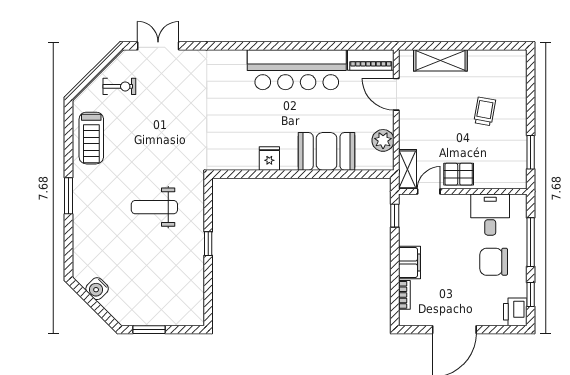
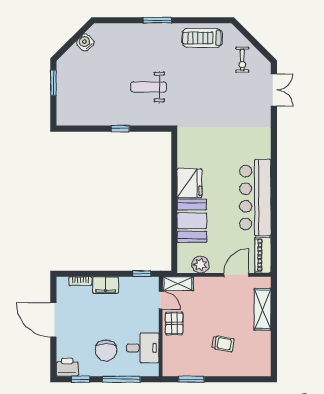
fridge: (269, 158) -> (189, 183), width x1.88, depth x1.34
weight bench: (154, 207) -> (149, 87), turned -90
chair: (494, 262) -> (106, 351), turned 180

